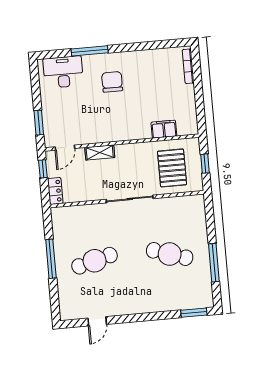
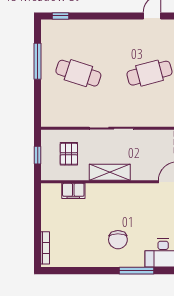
shelving: (100, 152) -> (110, 172), moved, width x1.50, depth x1.33
pallet: (172, 168) -> (69, 154), width x0.67, depth x0.71
window: (194, 313) -> (61, 16), width x0.67

